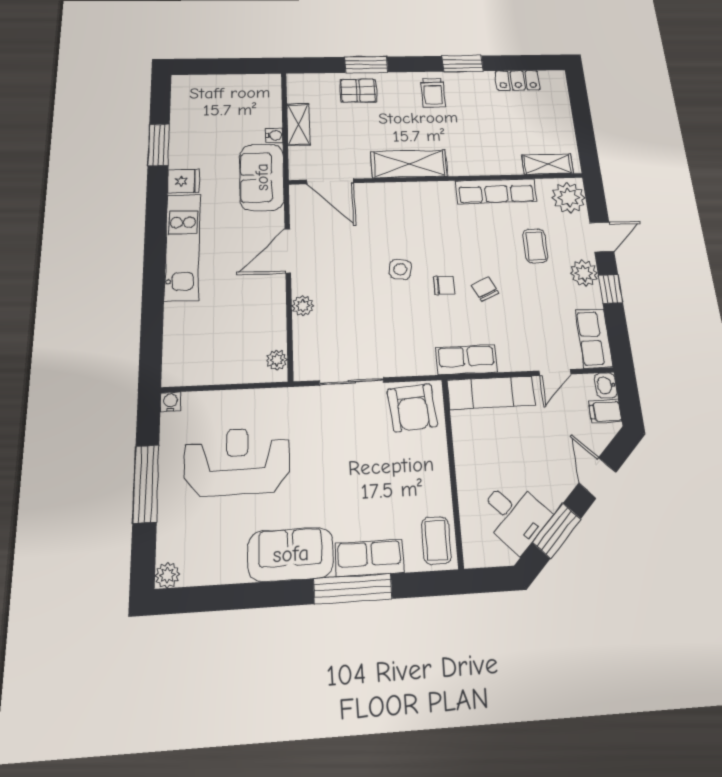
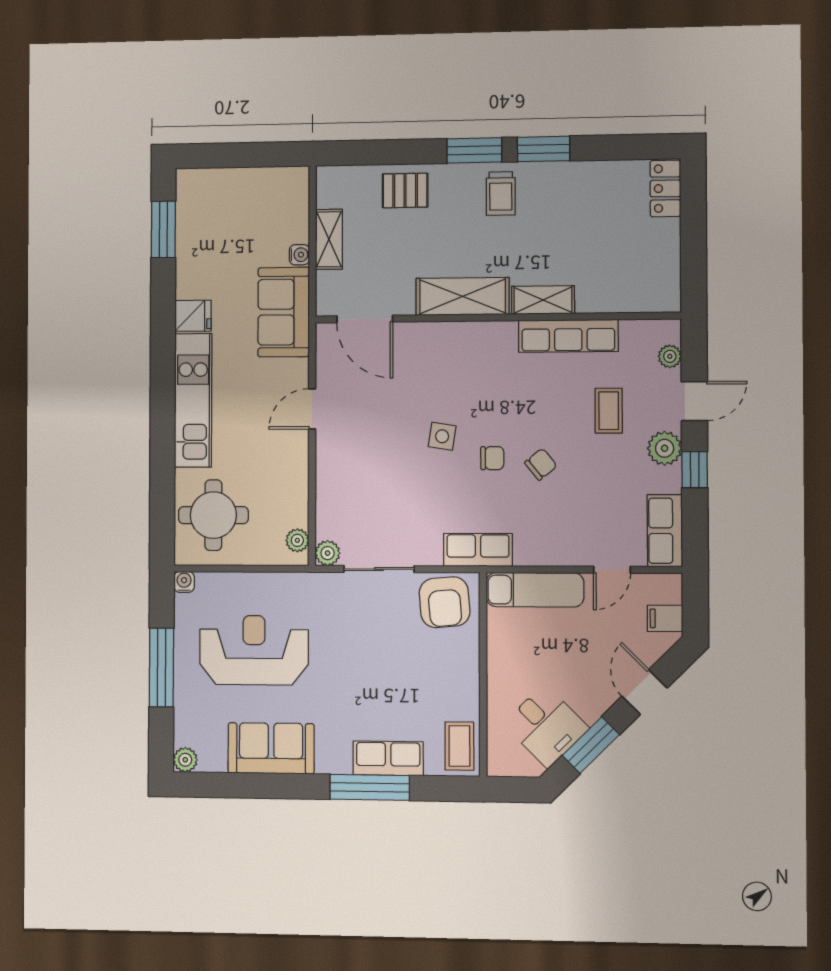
window: (366, 65) -> (474, 150), moved
locker: (518, 81) -> (665, 188), moved, turned 90
window: (159, 145) -> (163, 229), moved
shelving: (548, 164) -> (543, 300), moved
plant: (569, 198) -> (670, 356), width x0.53, depth x0.53
door: (288, 251) -> (312, 409), width x0.73
chair: (485, 289) -> (541, 464), turned 76
plant: (303, 306) -> (328, 553), moved
round table: (199, 341) -> (213, 515), added
row of seats: (466, 360) -> (478, 550), moved
washbasin: (606, 385) -> (671, 588), removed
sofa: (291, 554) -> (271, 748), moved

